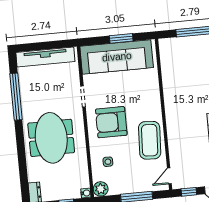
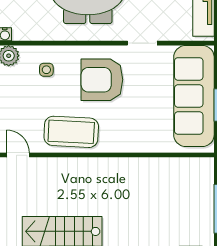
armchair: (111, 122) -> (102, 80), turned -90

